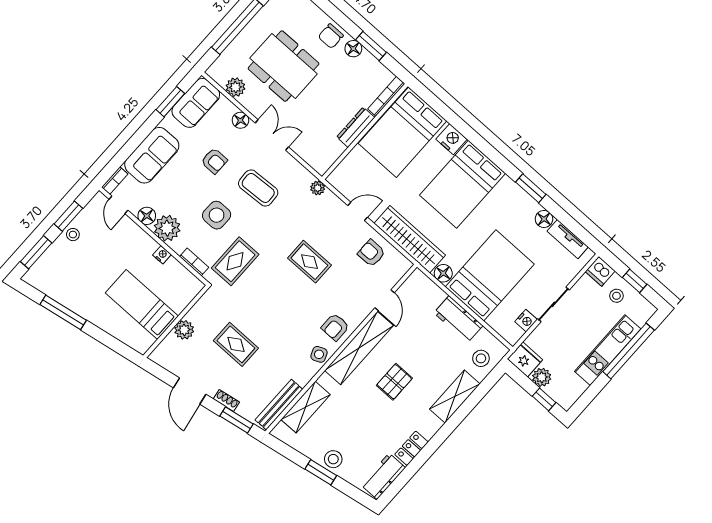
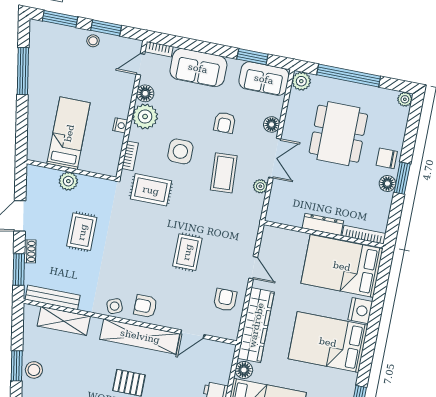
window: (371, 46) -> (402, 178), moved
plant: (235, 87) -> (301, 81), moved
plant: (318, 188) -> (260, 186), moved

